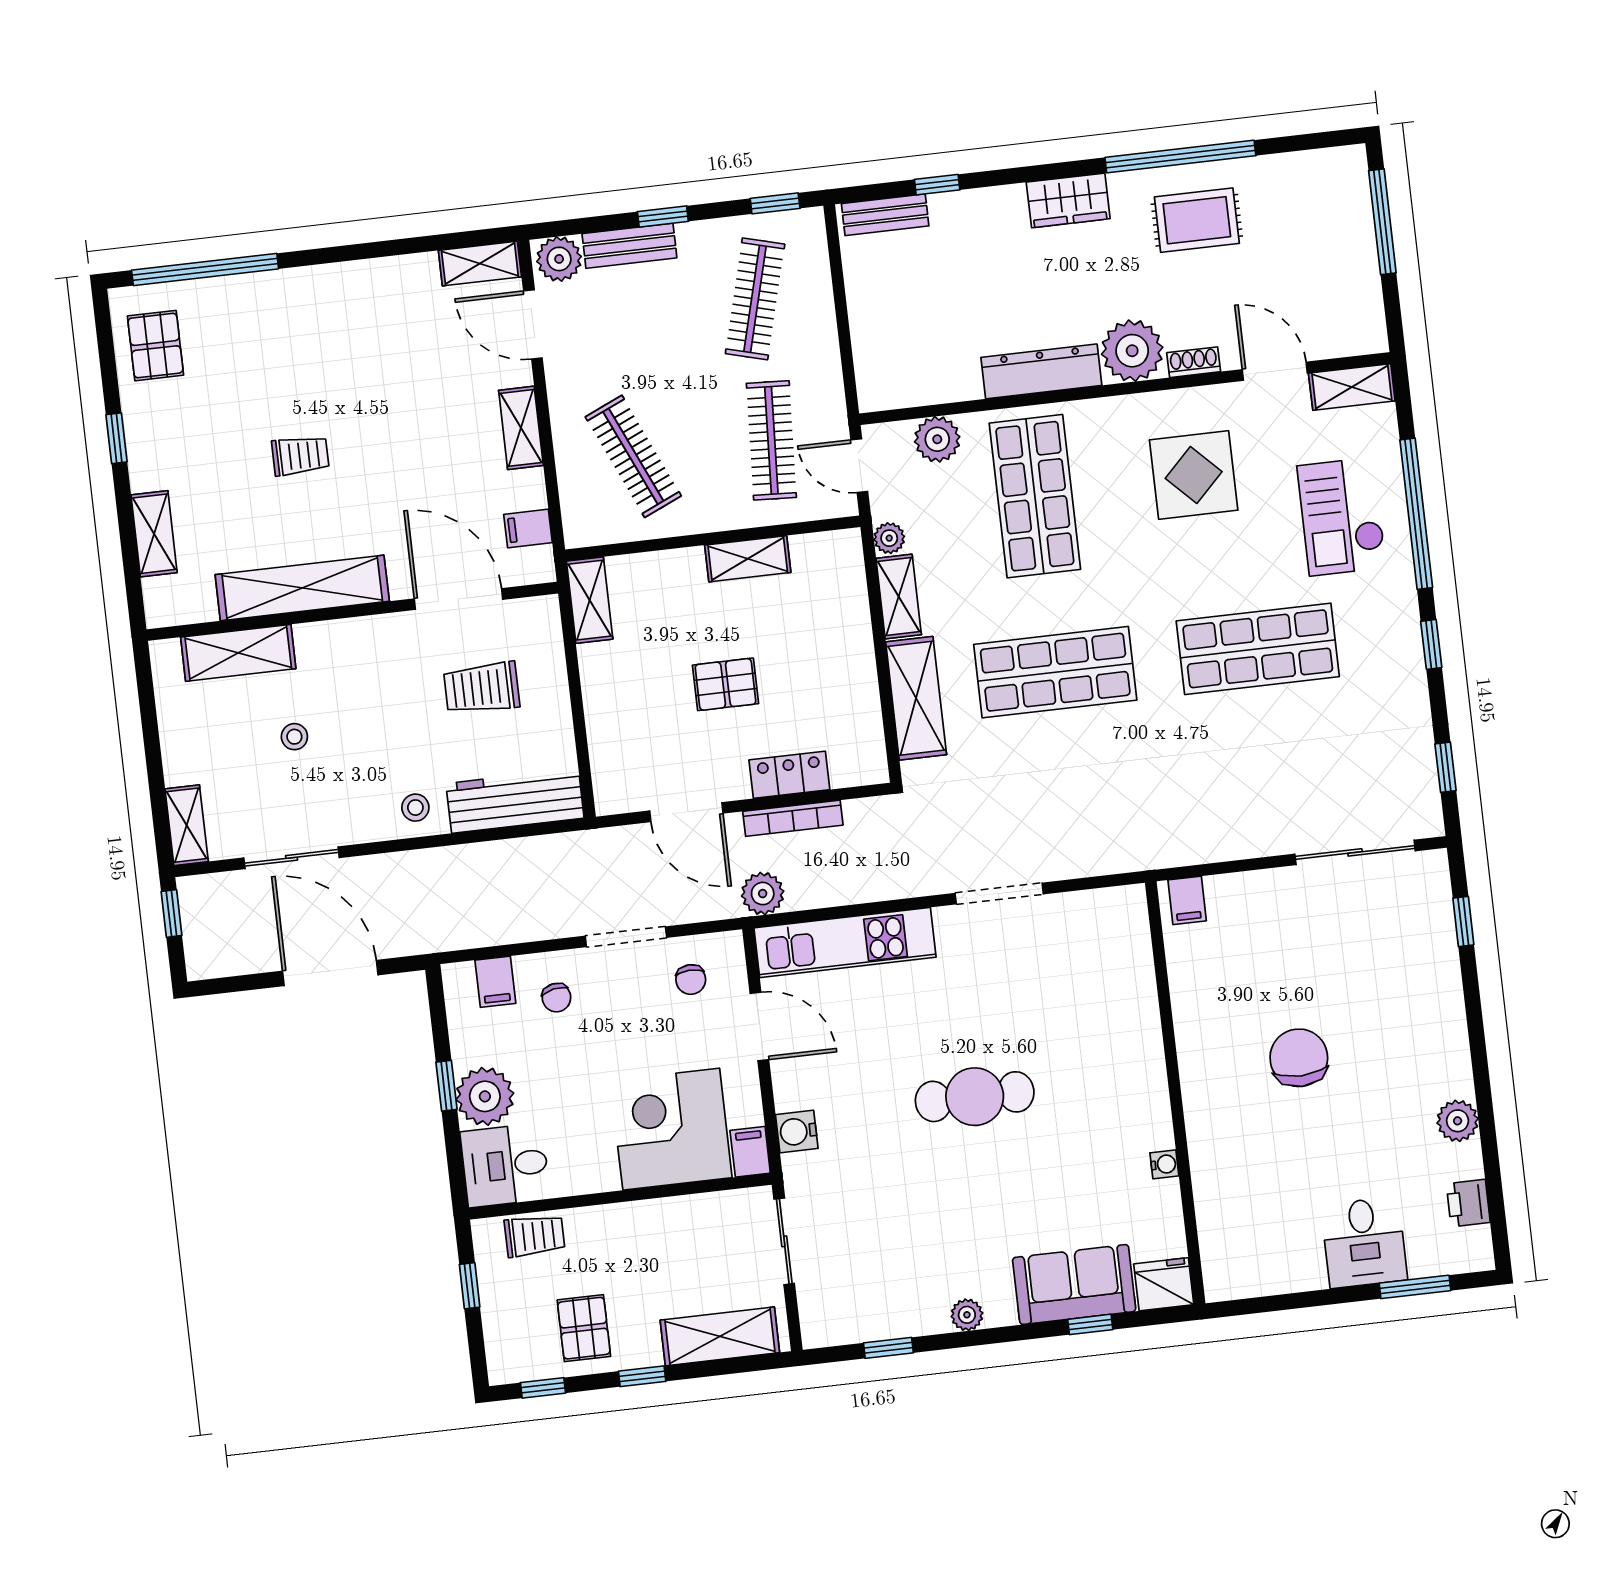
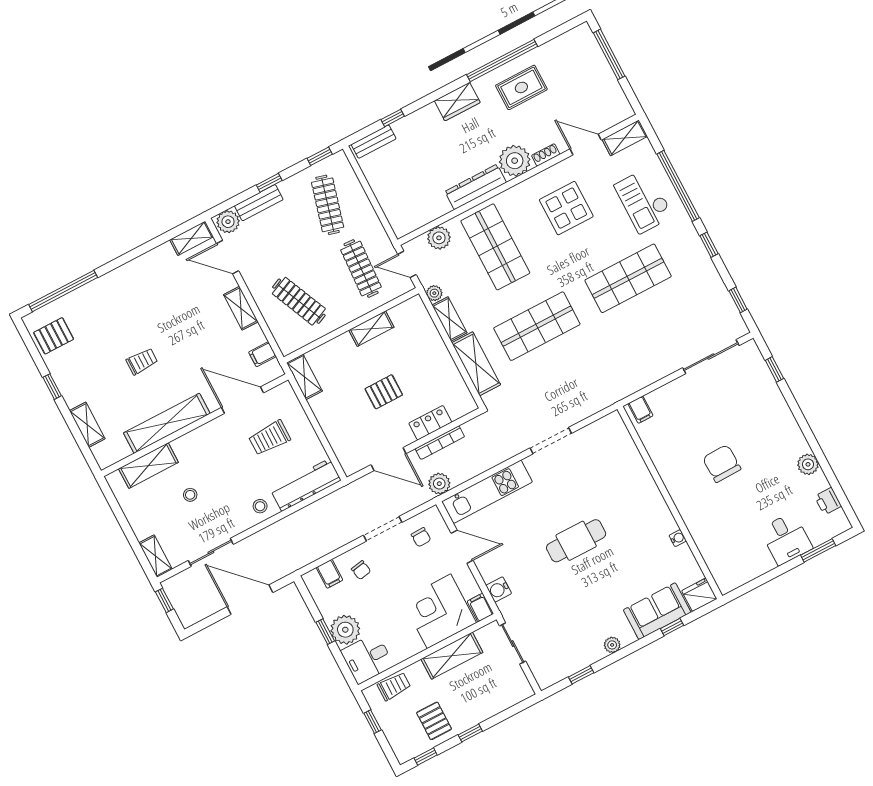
pallet: (155, 346) -> (54, 336), turned 90
shelving: (720, 1336) -> (452, 656), moved

